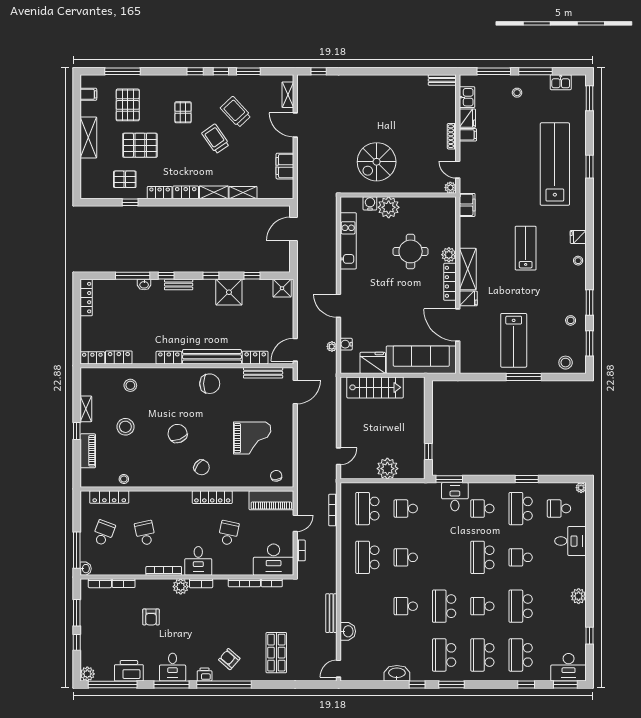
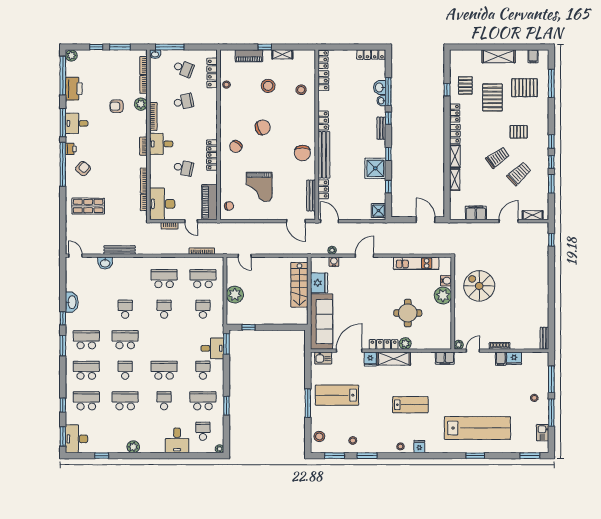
kitchen sink: (467, 97) -> (323, 358), moved
washbasin: (127, 287) -> (380, 87), added
plant: (181, 587) -> (141, 104), moved

